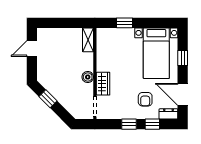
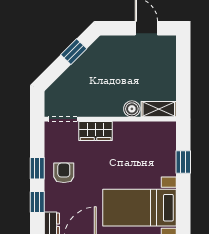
boiler: (88, 77) -> (132, 109), moved
armchair: (145, 99) -> (64, 173), moved, turned 90

